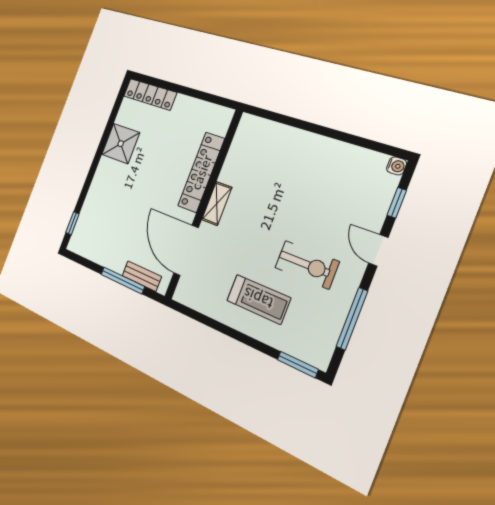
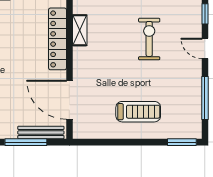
shelving: (217, 204) -> (80, 30), moved
exercise bike: (307, 265) -> (149, 39), moved, turned -90
bench: (142, 276) -> (41, 132), width x1.36

